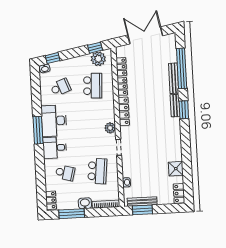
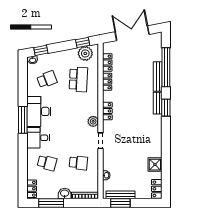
locker: (124, 111) -> (107, 111), width x0.66
school desk: (97, 171) -> (78, 163), width x0.54

